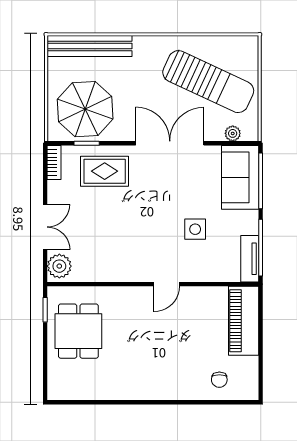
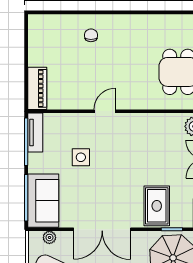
rug: (105, 171) -> (157, 206), turned 90
piano: (244, 321) -> (37, 88), width x0.73, depth x0.75
chair: (219, 380) -> (91, 35), moved

